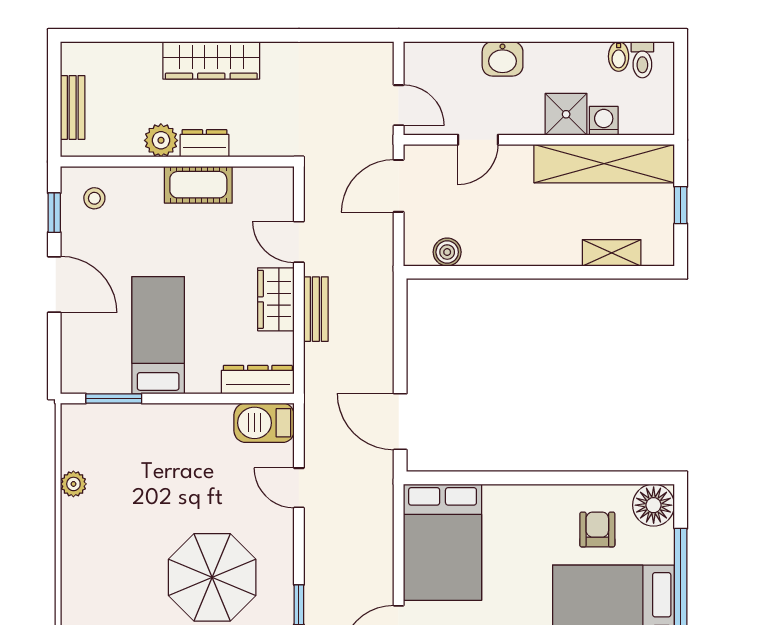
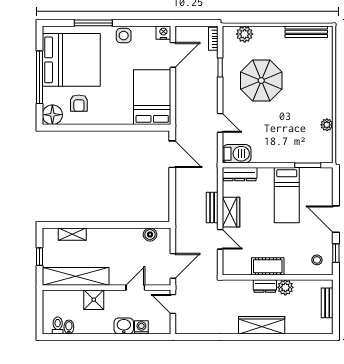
washing machine: (604, 121) -> (141, 327), moved, turned 180

